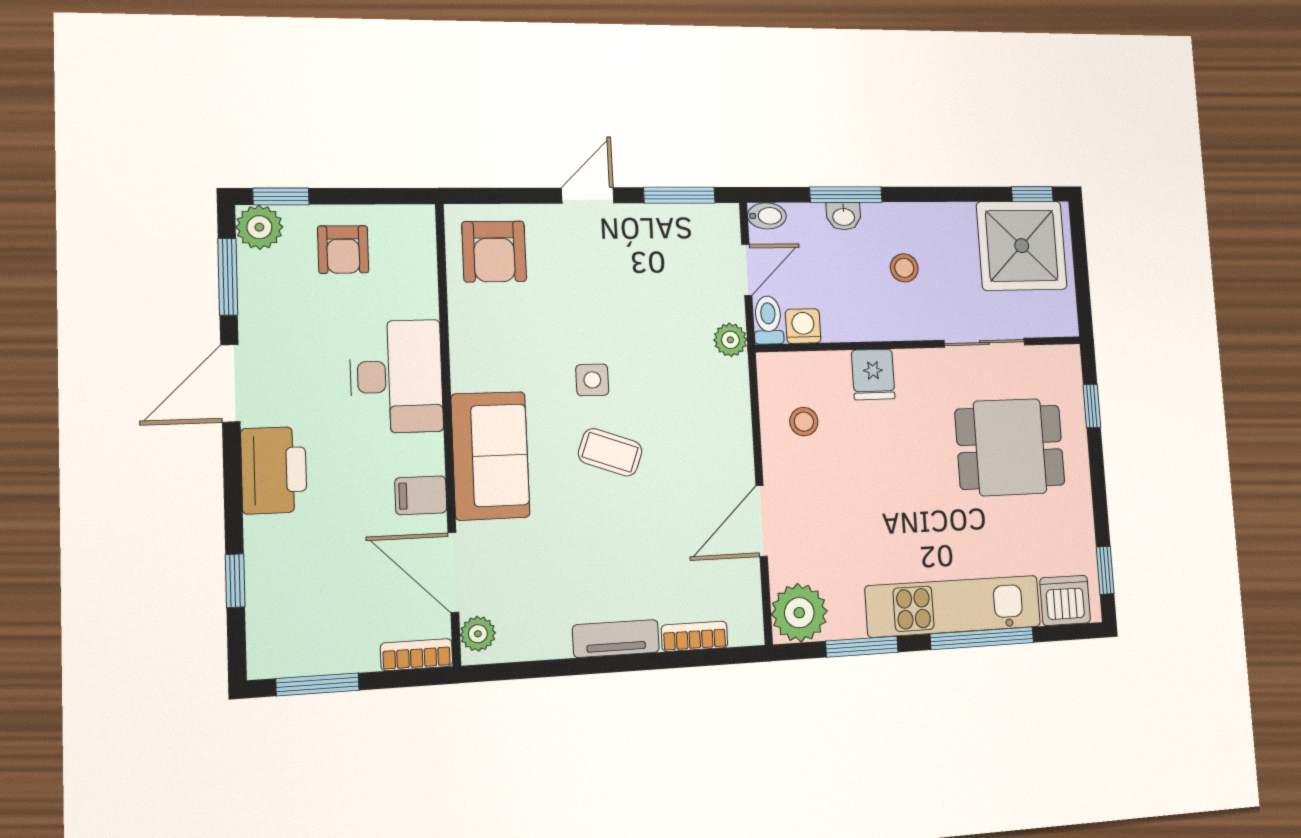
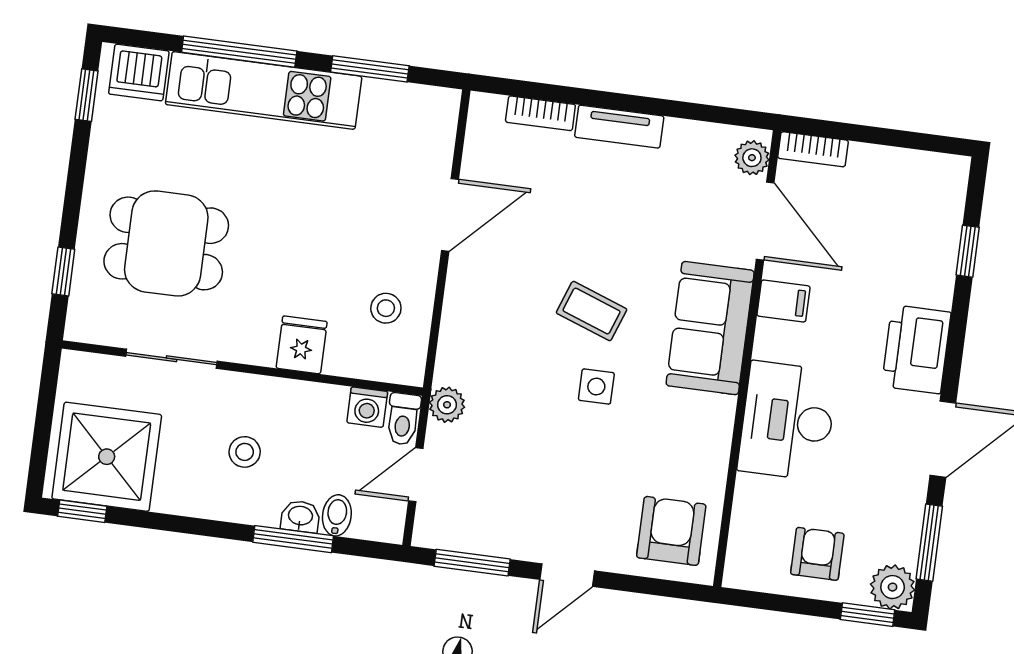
bidet: (767, 216) -> (337, 515), moved, turned 90
plant: (799, 613) -> (429, 116), removed
window: (318, 684) -> (909, 140), removed

